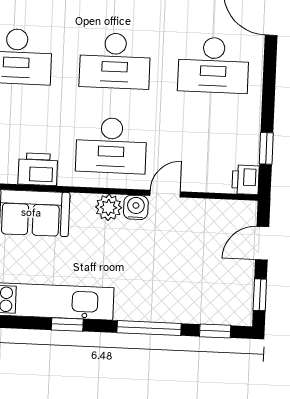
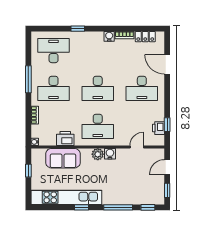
printer: (246, 180) -> (158, 128), moved
door: (165, 194) -> (137, 147), moved

